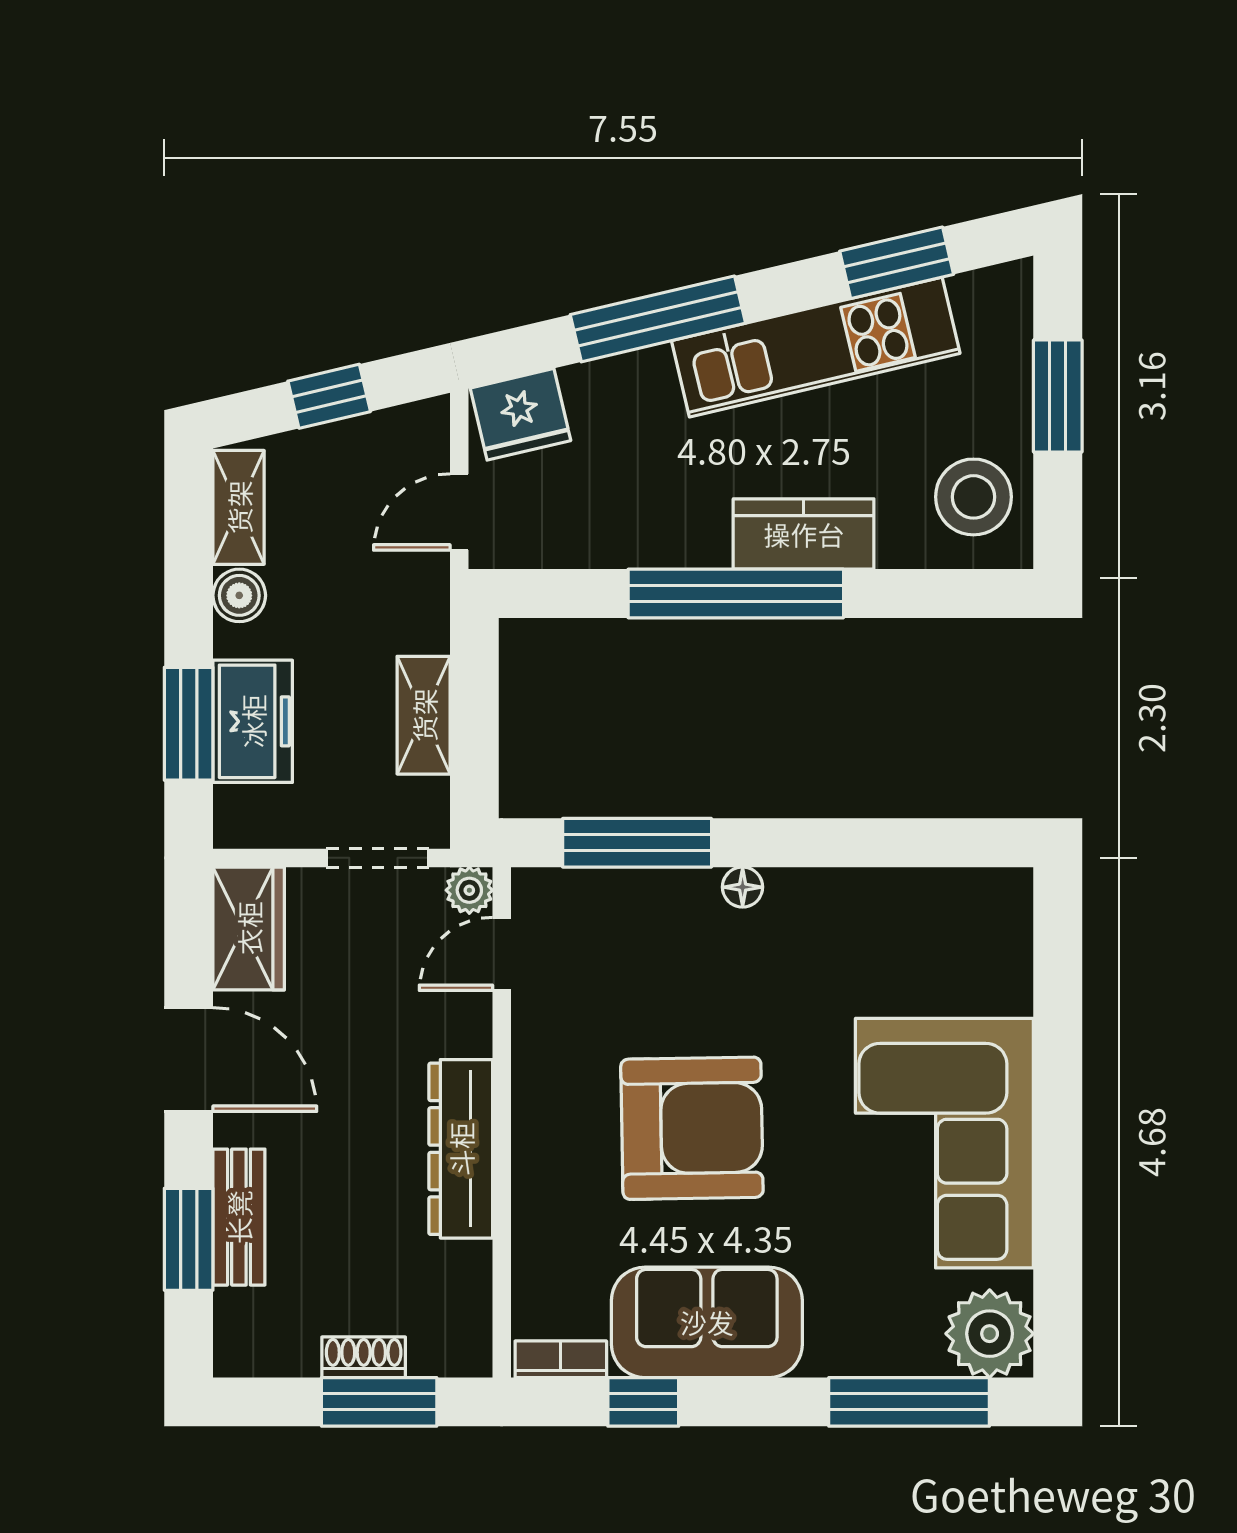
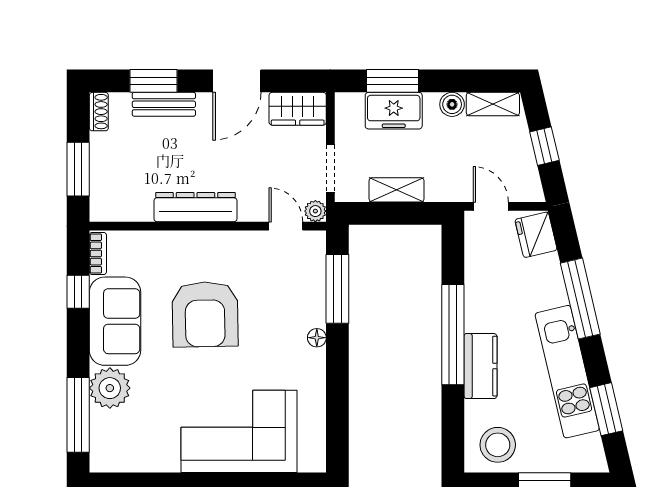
corner sofa: (944, 1143) -> (239, 431), moved
plant: (990, 1334) -> (110, 388), moved
shoe rack: (364, 1357) -> (99, 112), moved

